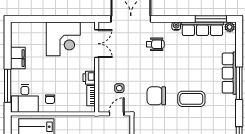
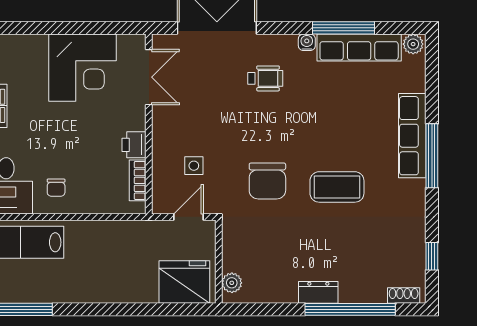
window: (211, 19) -> (343, 28), moved
chair: (156, 96) -> (267, 181), turned -90

